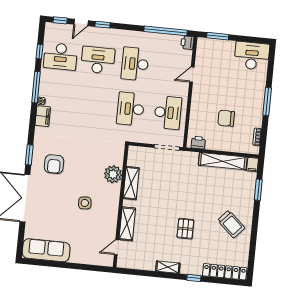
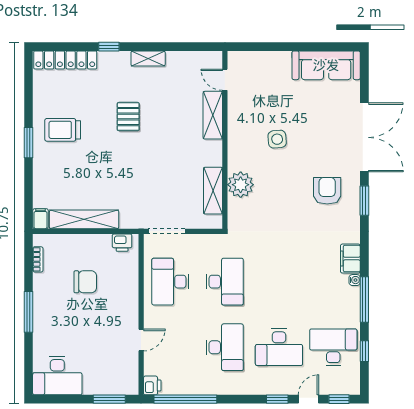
shelving: (131, 183) -> (213, 191), moved
window: (258, 190) -> (29, 143), moved
trolley: (231, 224) -> (63, 130), turned -42
door: (116, 247) -> (225, 80), swing flipped

